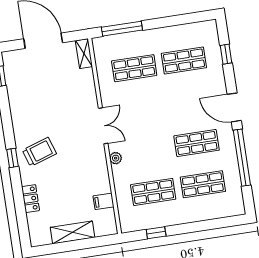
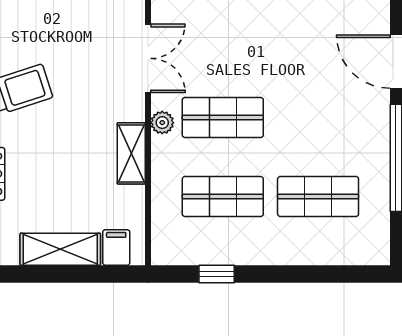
shop shelf: (197, 143) -> (223, 117), moved
shelving: (102, 177) -> (131, 153), added
filing cabinet: (103, 201) -> (116, 247), moved, turned 90

